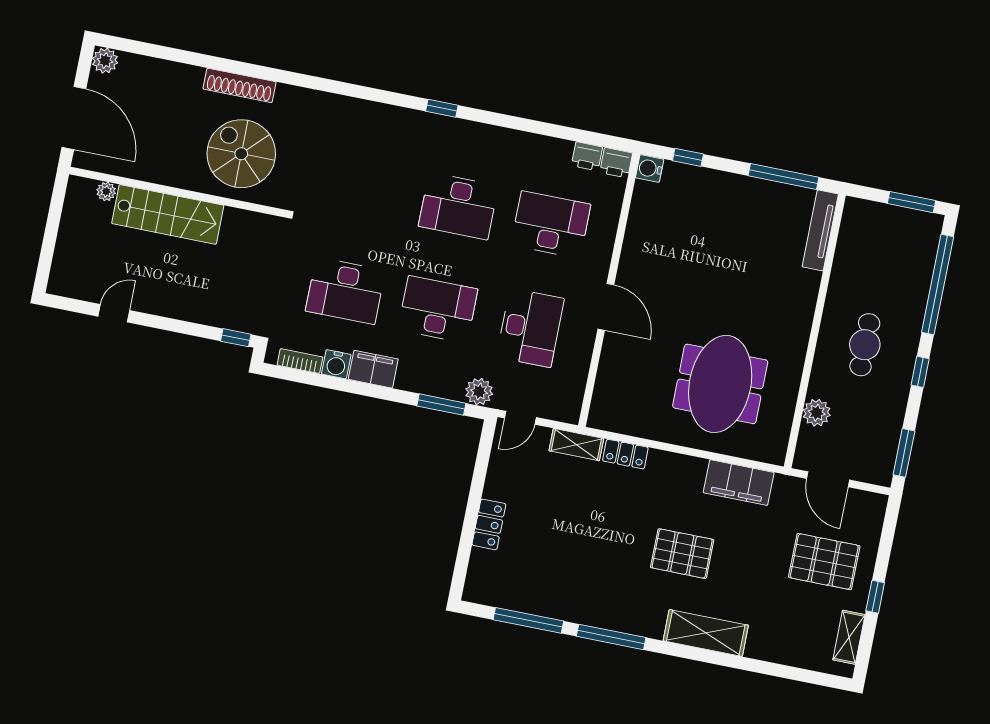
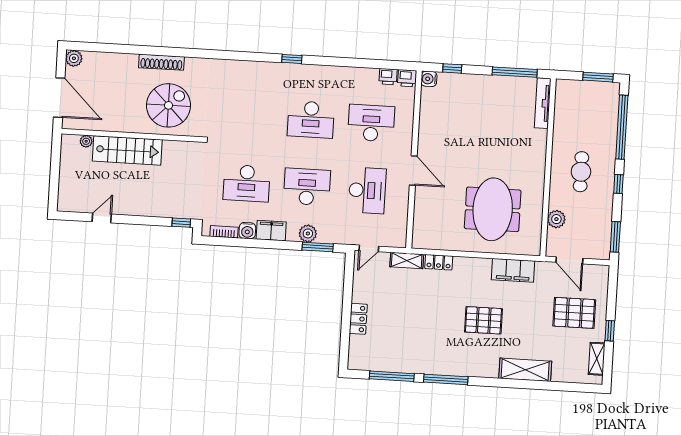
spiral stairs: (241, 154) -> (169, 105), turned 90
plant: (479, 392) -> (308, 233), moved
shelving: (706, 633) -> (525, 370), moved

